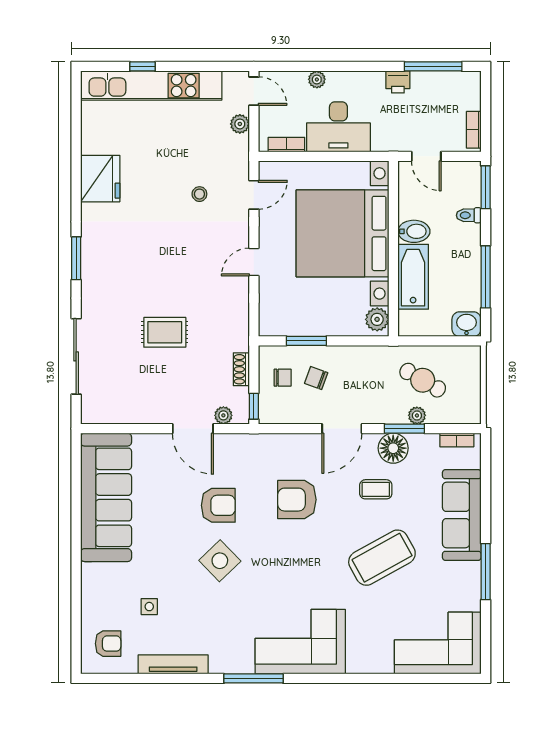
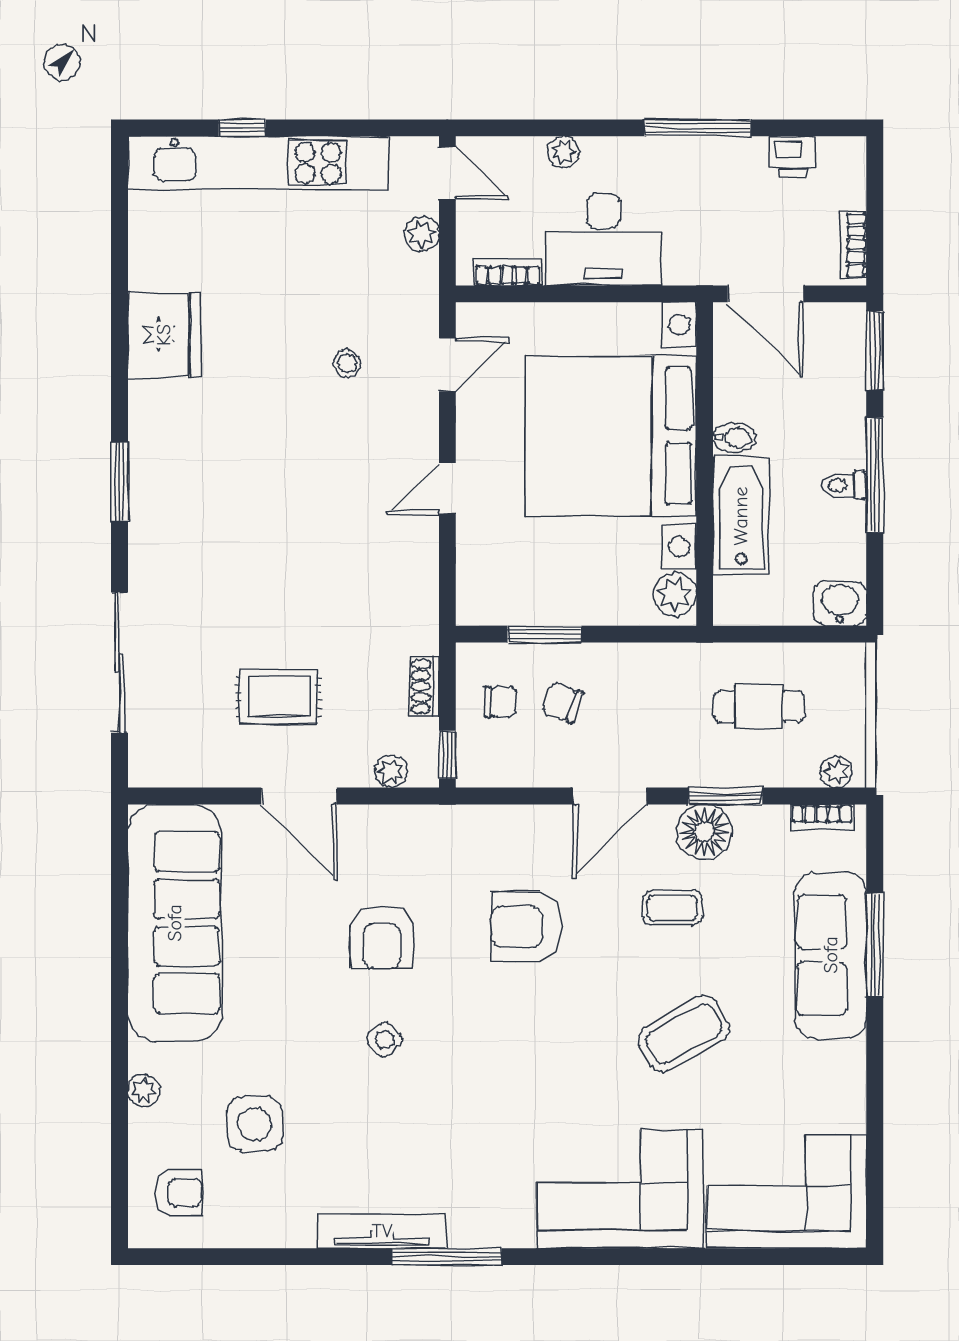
window: (433, 66) -> (698, 128), moved
printer: (398, 82) -> (792, 156), moved
door: (426, 156) -> (766, 294), width x1.38
toilet: (469, 215) -> (844, 485), moved
bidet: (414, 231) -> (735, 438), width x0.72, depth x0.74
window: (486, 277) -> (875, 475), moved
rug: (165, 332) -> (279, 697), moved
cafe table: (423, 380) -> (759, 707), turned -30
plant: (417, 415) -> (836, 772), moved
door: (193, 429) -> (299, 796), moved
armchair: (218, 505) -> (382, 937), turned 90
coffee table: (382, 558) -> (684, 1034), width x0.73, depth x0.76
side table: (220, 561) -> (385, 1040), width x0.54, depth x0.54
window: (486, 572) -> (875, 945), moved
plant: (89, 588) -> (144, 1091), added
side table: (149, 607) -> (255, 1124), width x1.87, depth x1.87
corner sofa: (300, 642) -> (620, 1189), moved
tv unit: (173, 664) -> (382, 1231), moved

